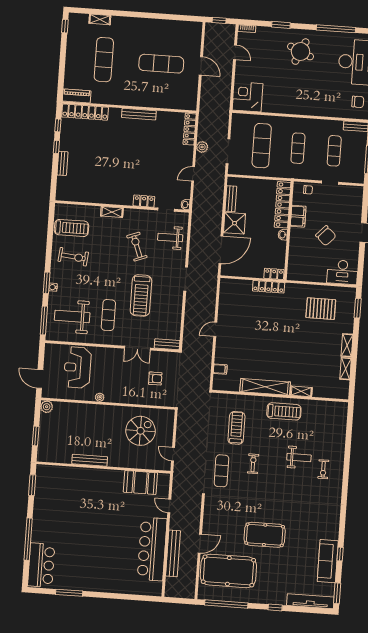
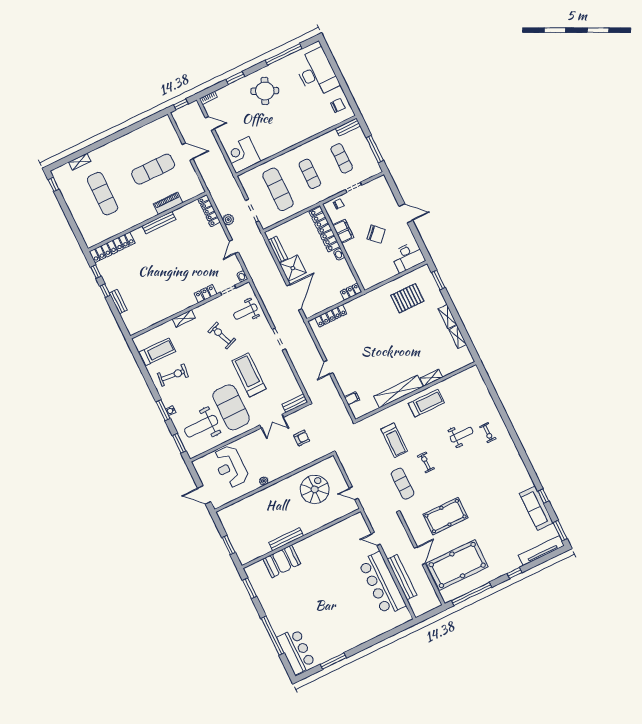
piano: (77, 96) -> (168, 203), moved
locker: (269, 287) -> (331, 316), moved
treadmill: (141, 296) -> (249, 375), turned 180
exercise mat: (108, 315) -> (231, 407), width x2.00, depth x1.45
window: (44, 320) -> (179, 443), width x0.69
plant: (47, 407) -> (224, 515), removed
treadmill: (236, 428) -> (394, 440), turned 180
booth: (140, 482) -> (282, 561), moved
pool table: (265, 535) -> (445, 516), moved

